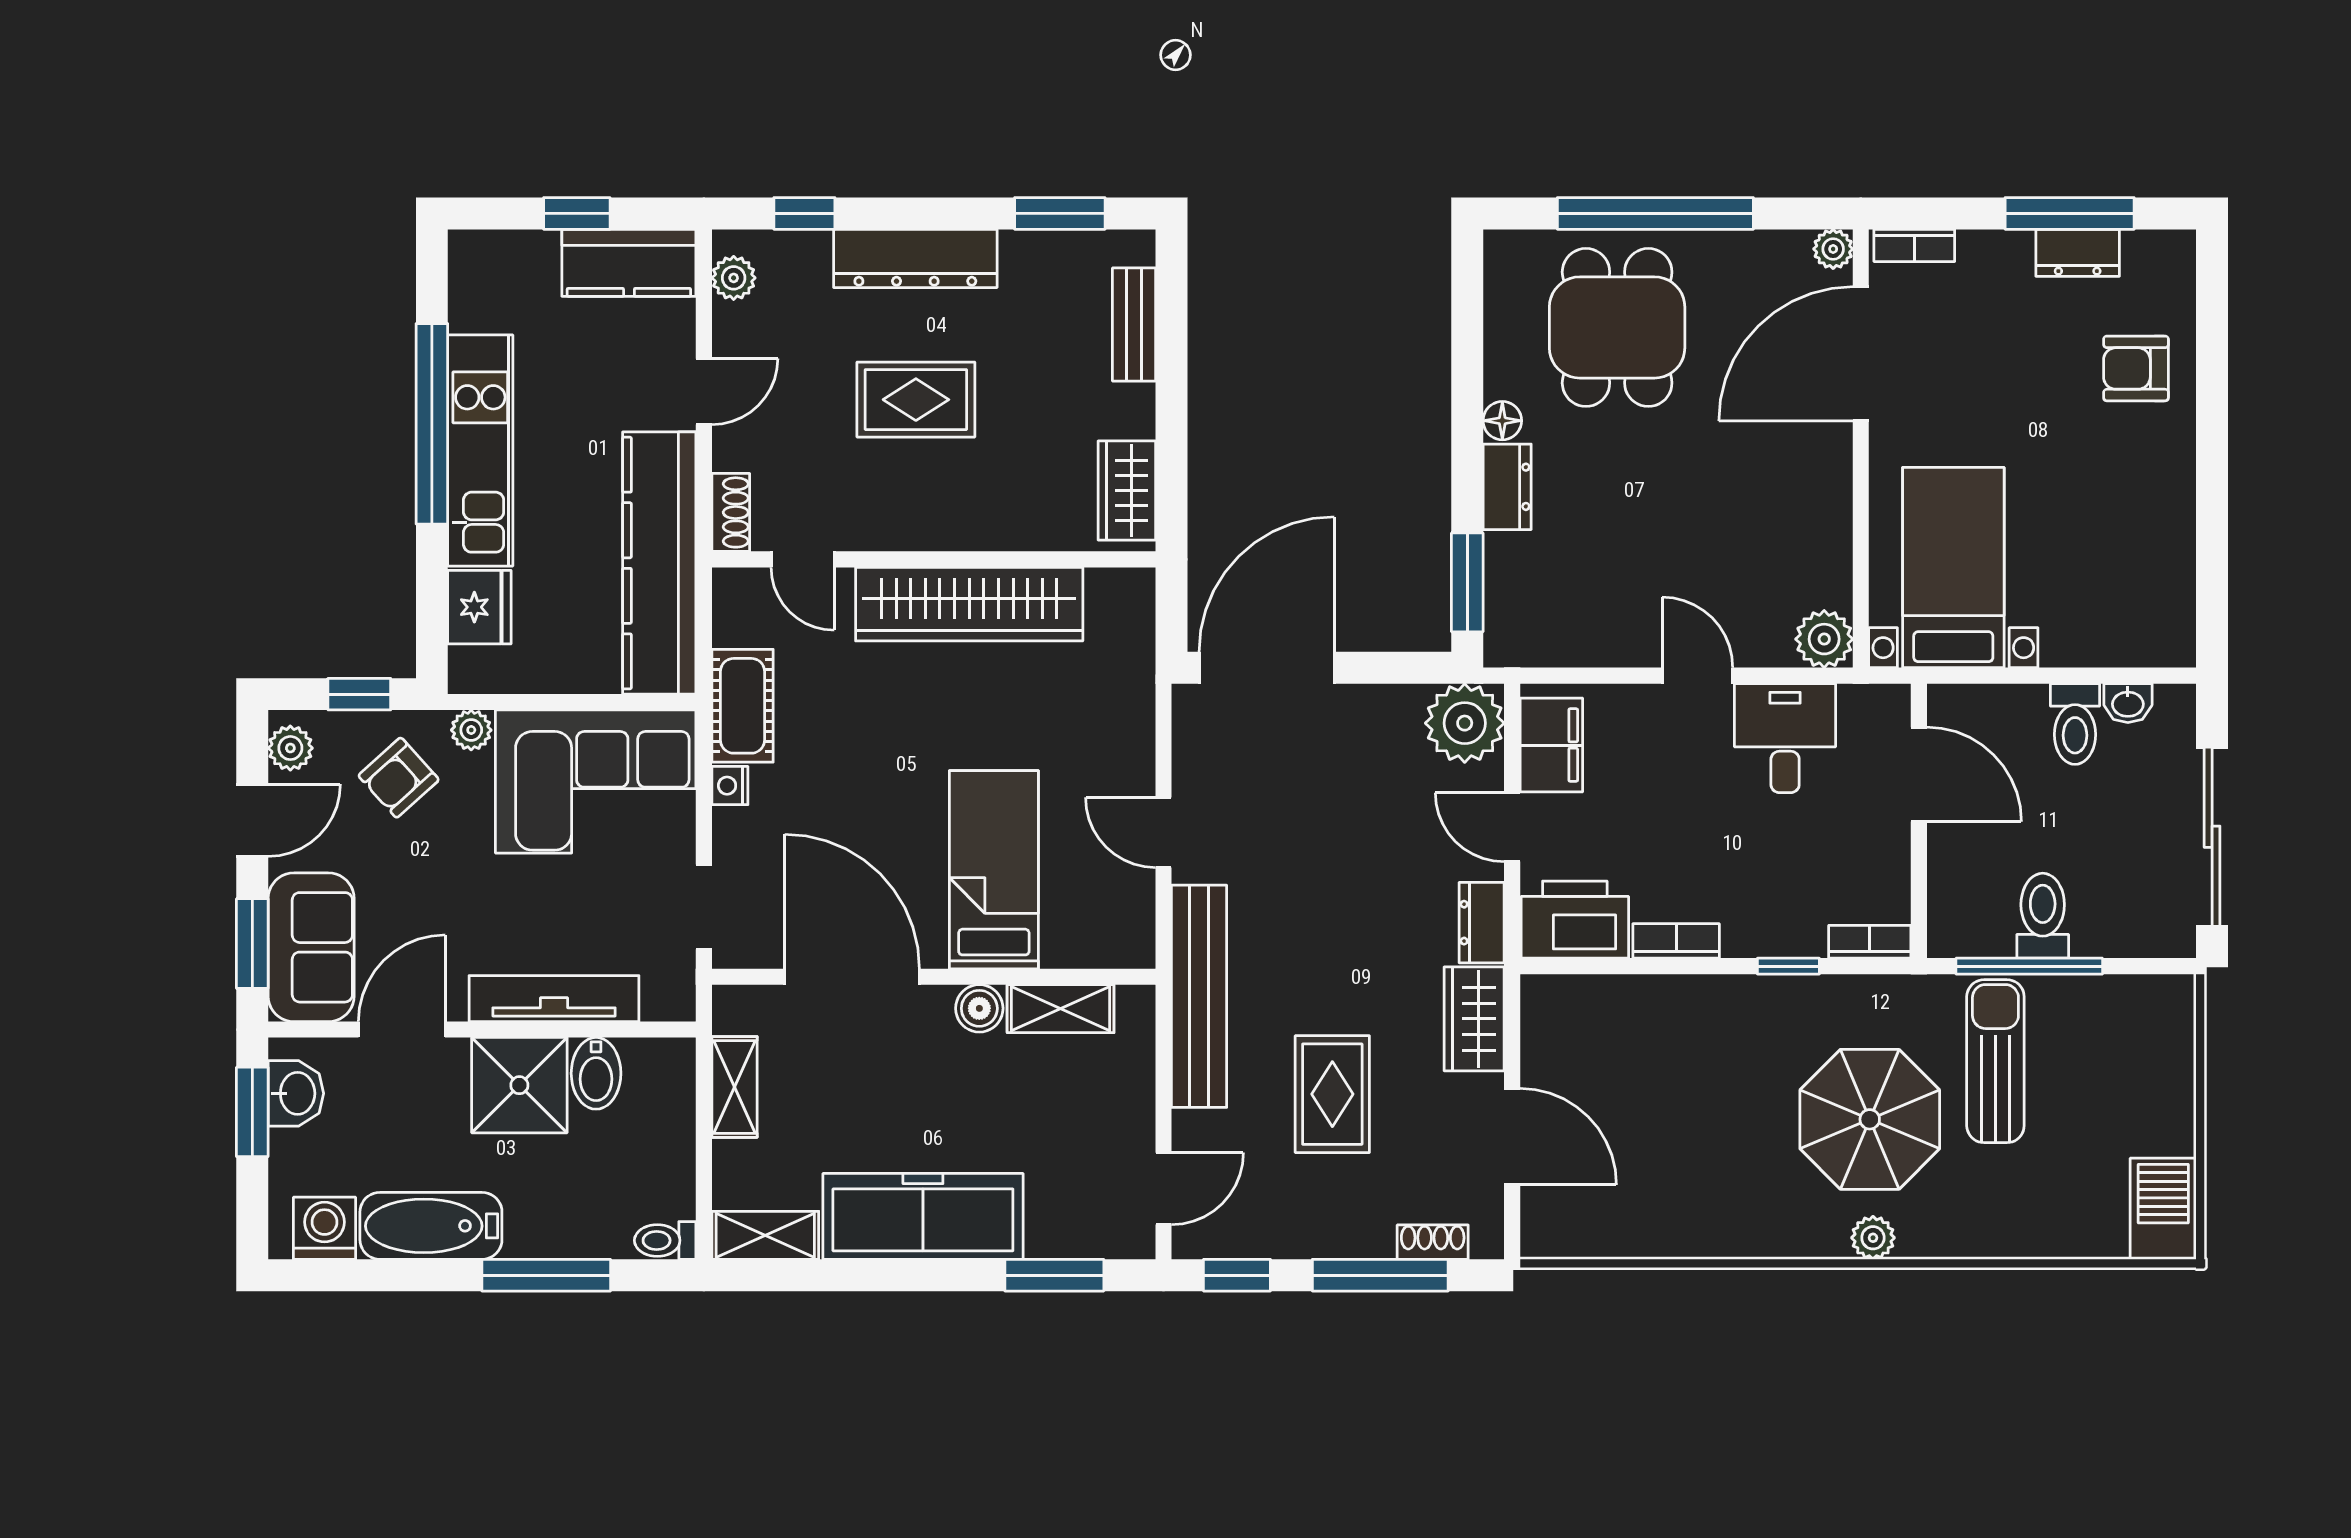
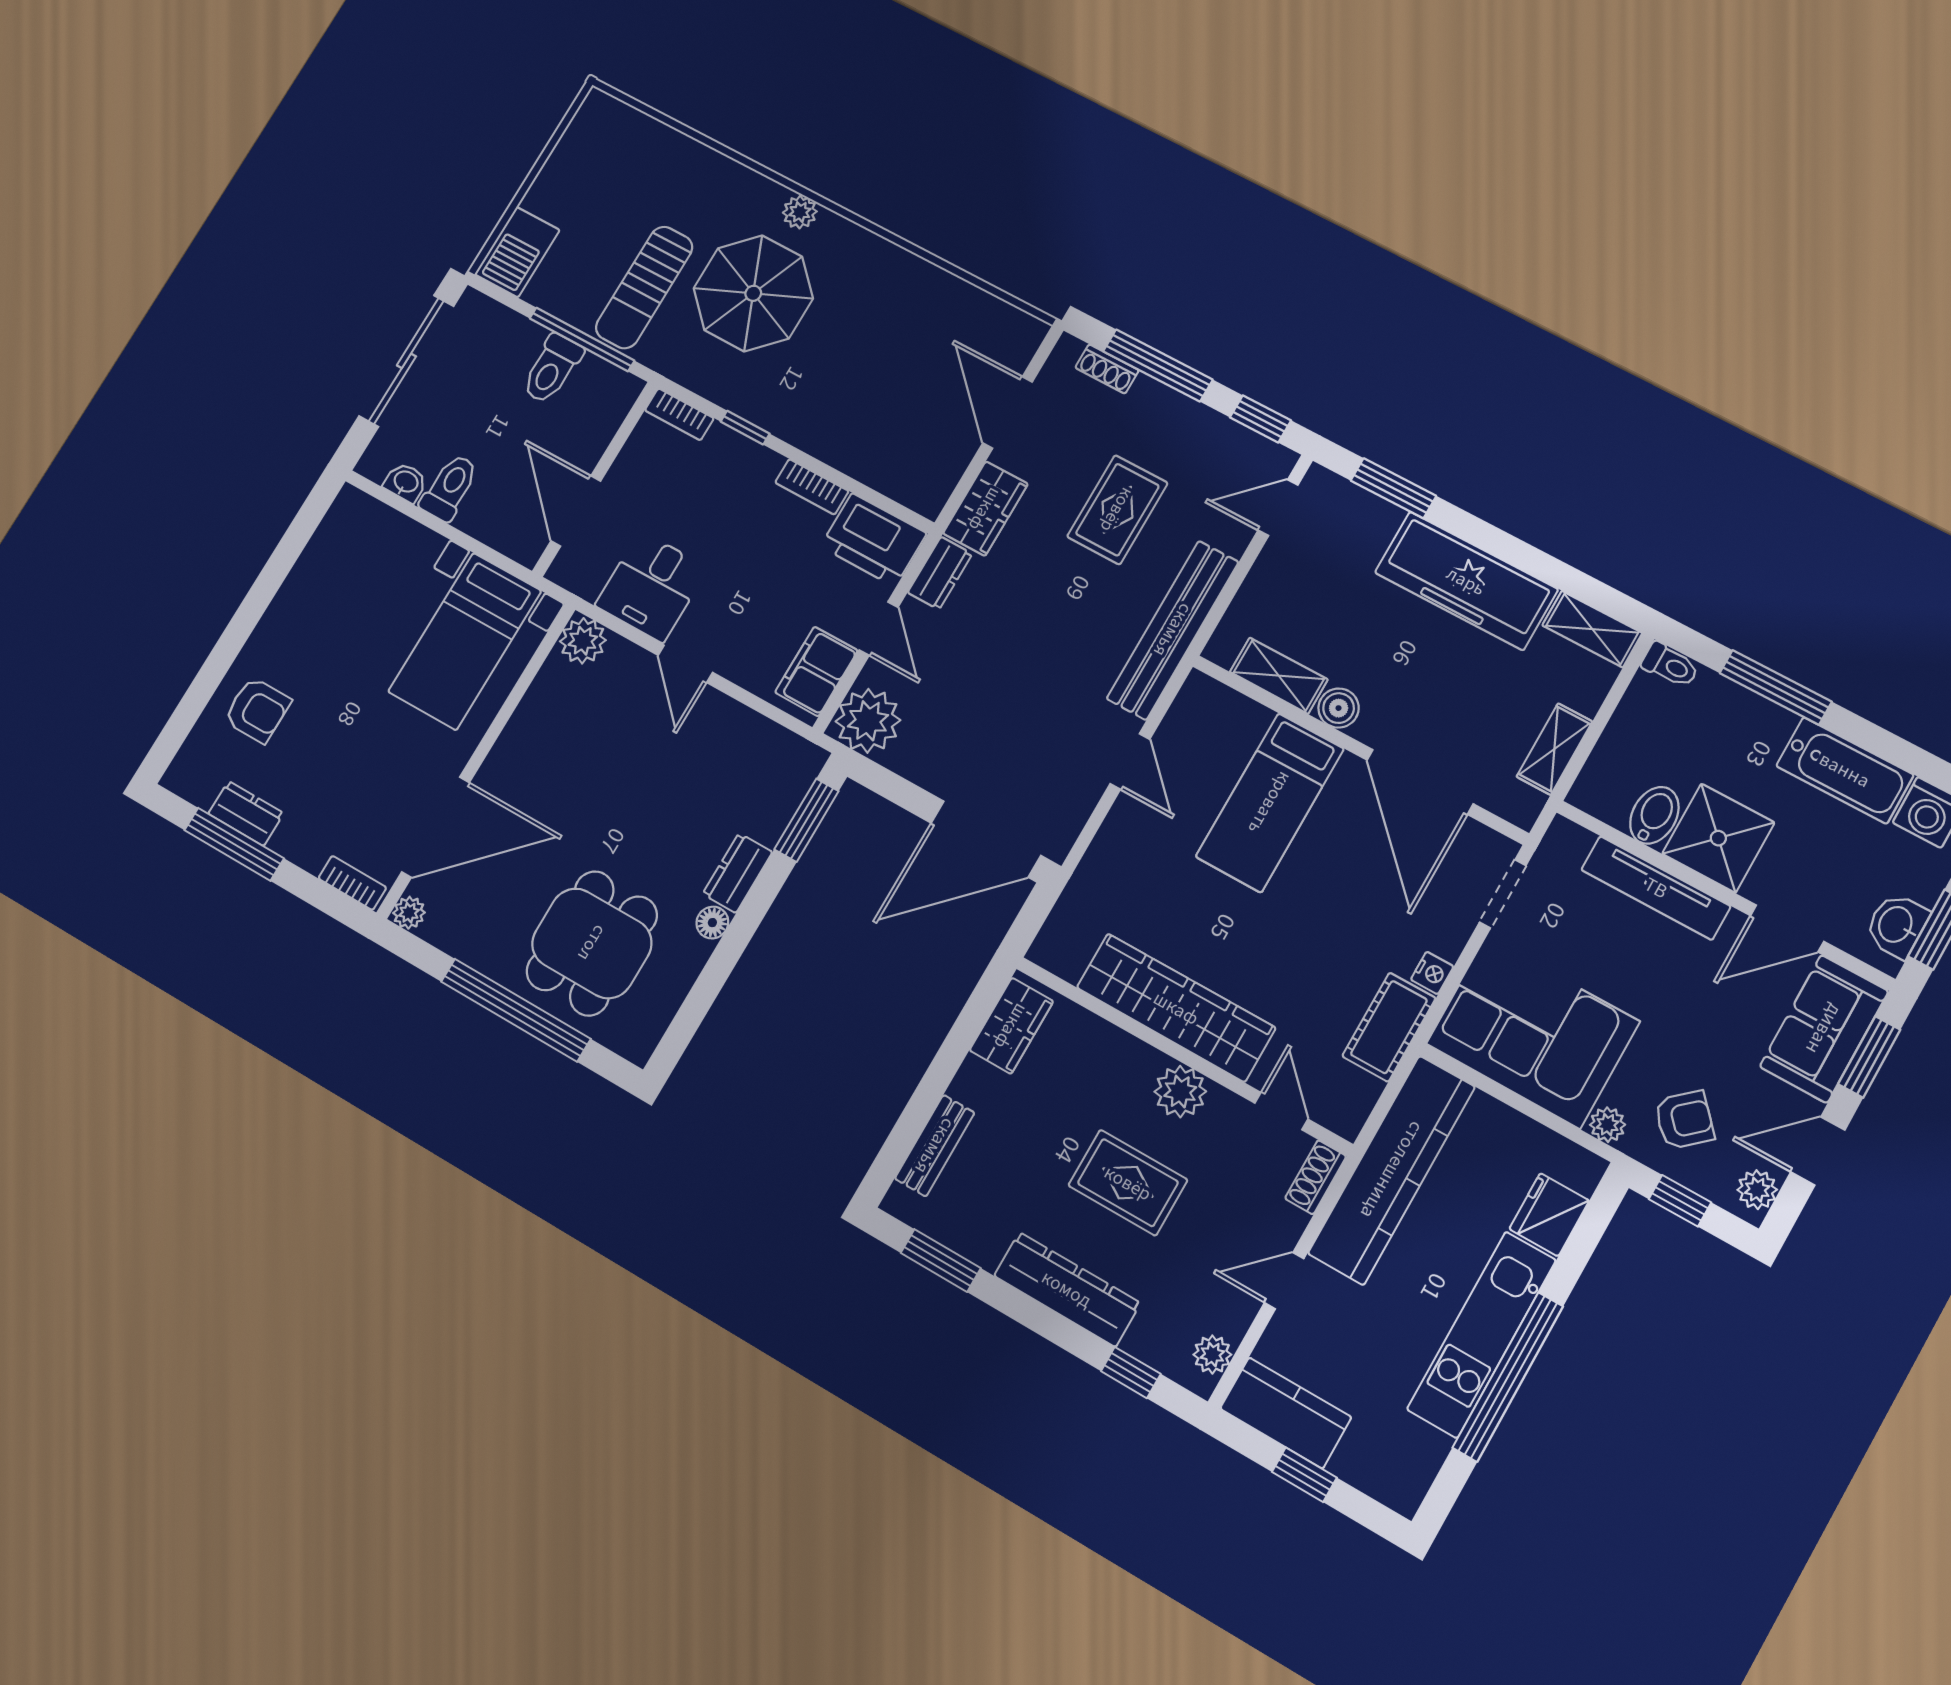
plant: (916, 521) -> (1180, 1092), added
barbecue: (2163, 1209) -> (517, 252), moved

